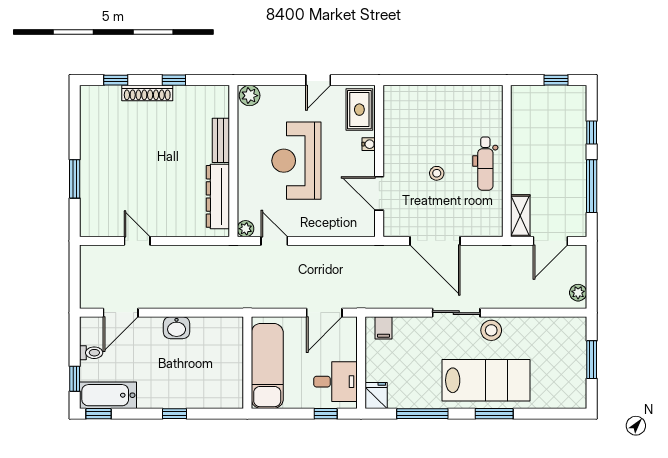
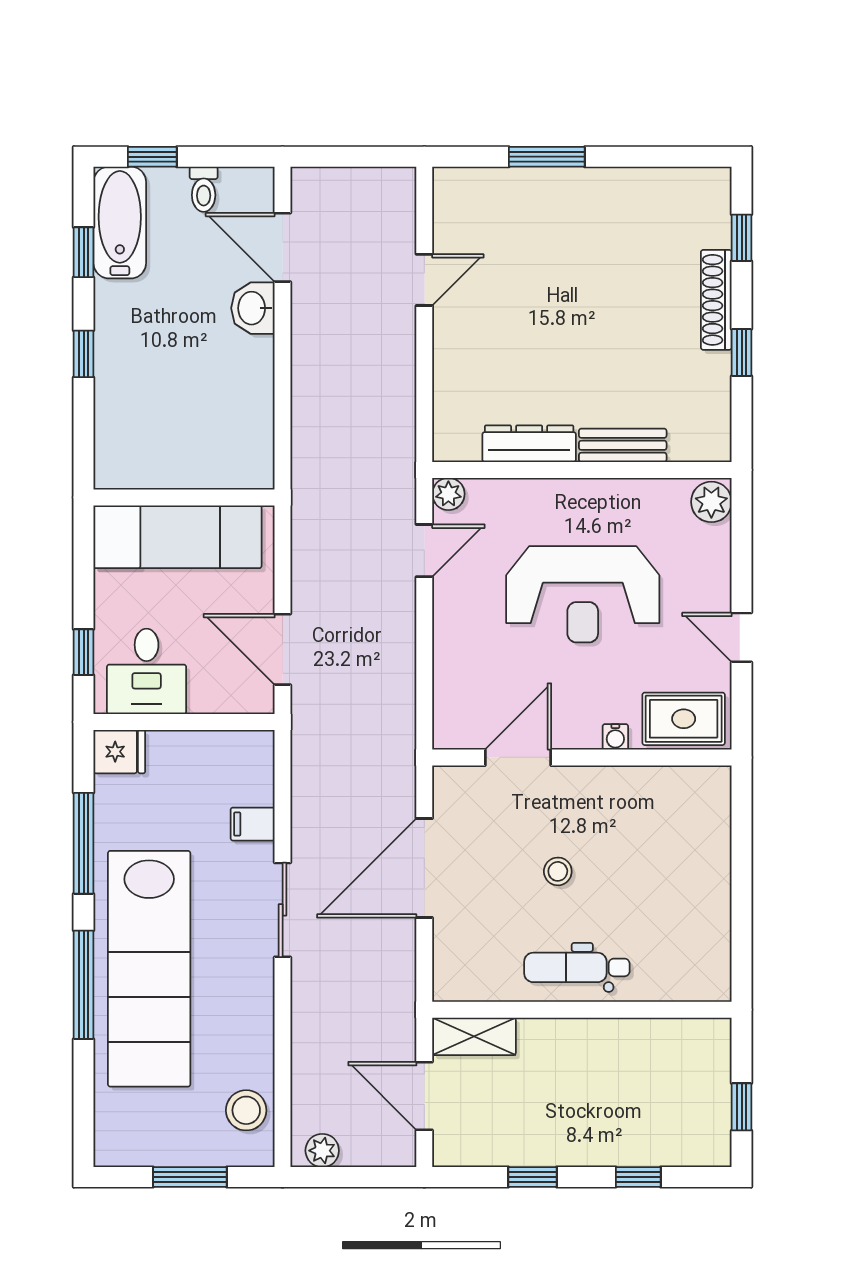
reception desk: (296, 161) -> (583, 594), turned 180
window: (592, 186) -> (533, 1177), width x0.46
dresser: (218, 196) -> (529, 444), width x0.73, depth x0.80
washbasin: (177, 328) -> (253, 308), moved
filing cabinet: (383, 328) -> (253, 824), moved
stool: (491, 330) -> (246, 1110), moved
lab bench: (486, 380) -> (149, 969), width x1.36
window: (98, 414) -> (84, 252), moved
window: (494, 414) -> (84, 985), width x1.44

